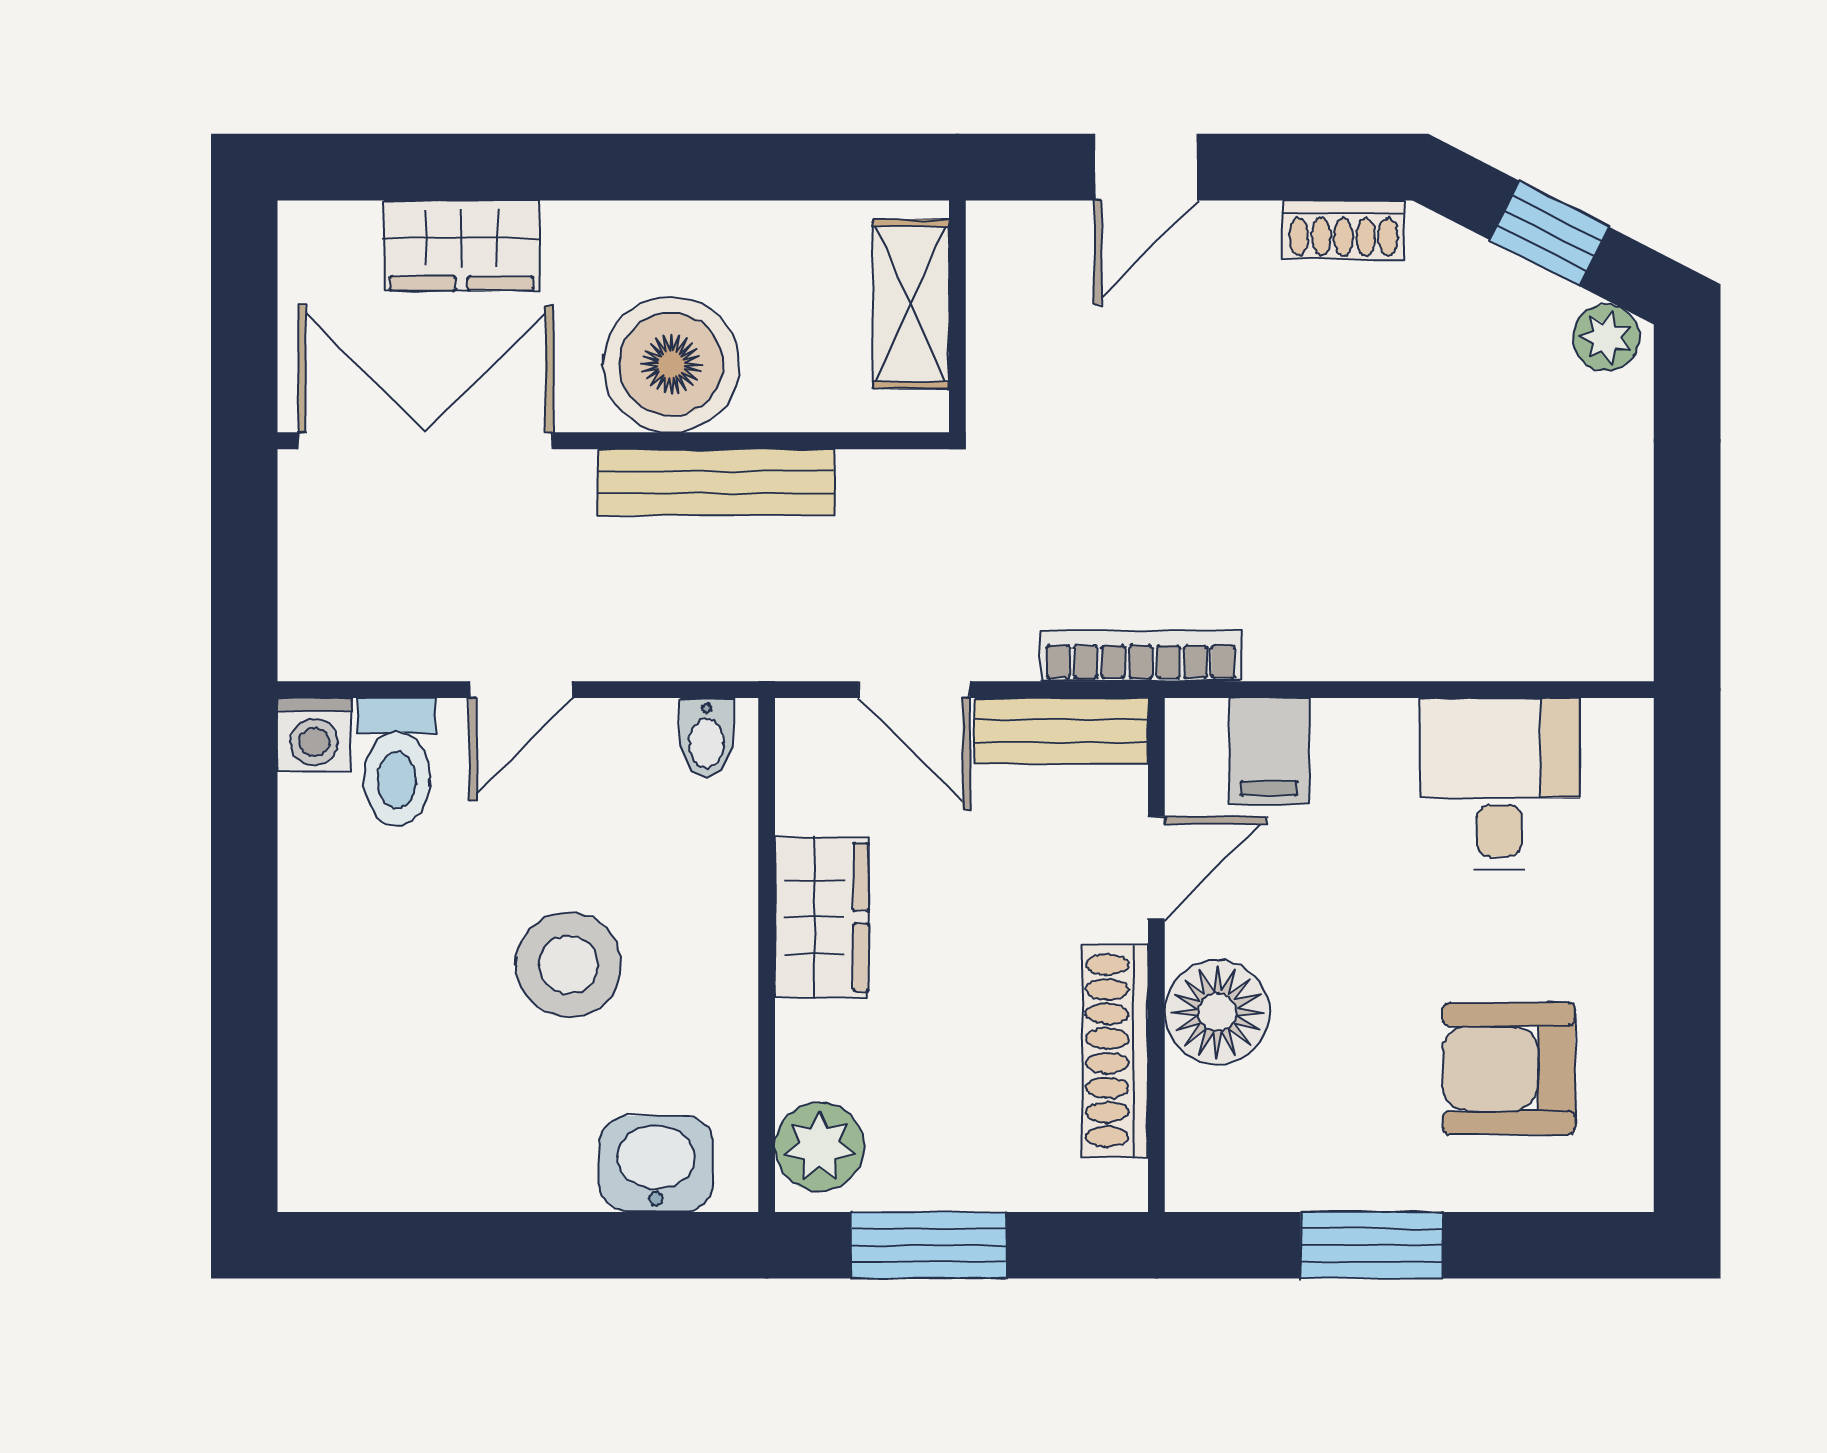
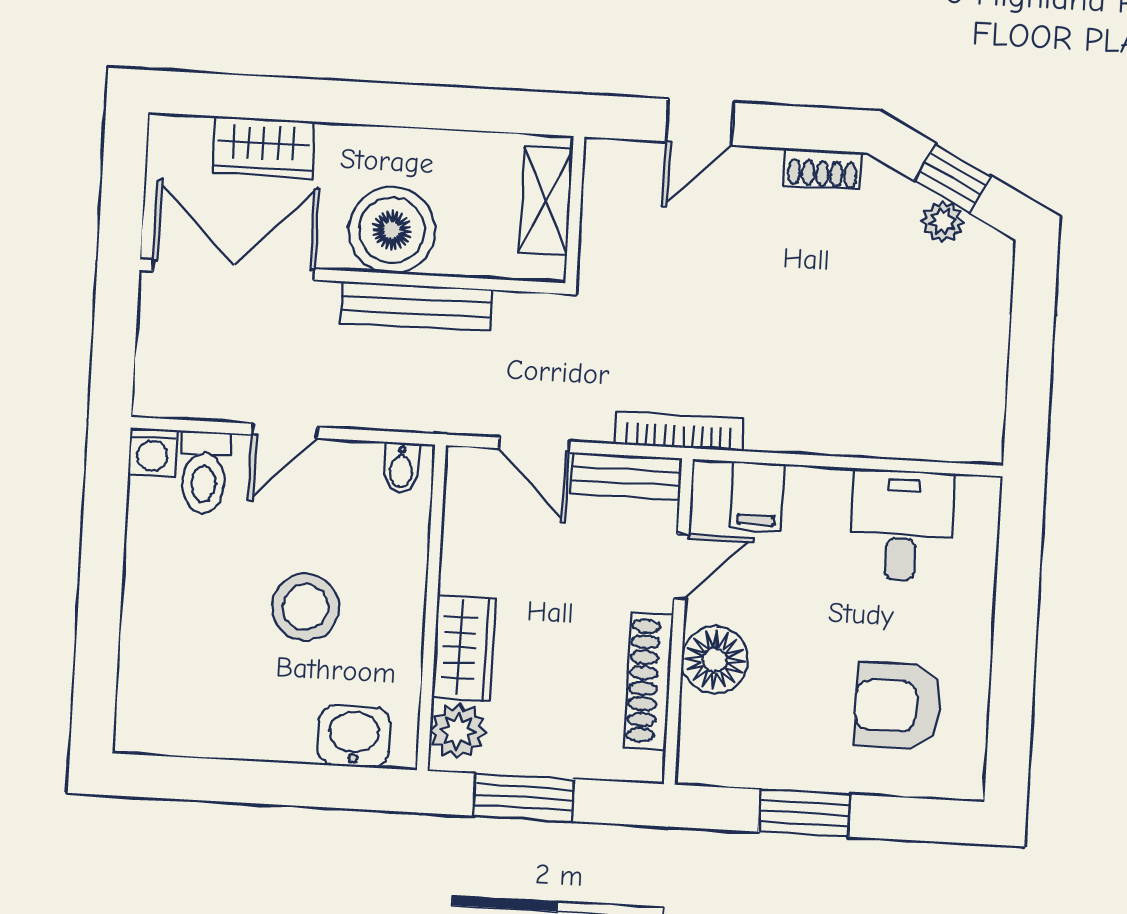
plant: (1606, 338) -> (943, 221), moved
wardrobe: (822, 917) -> (464, 648), moved

